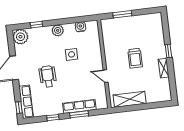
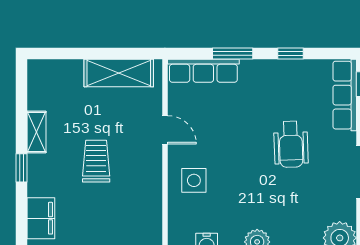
filing cabinet: (157, 29) -> (41, 218), added
side table: (72, 54) -> (194, 180), moved
row of seats: (79, 106) -> (203, 71), moved

